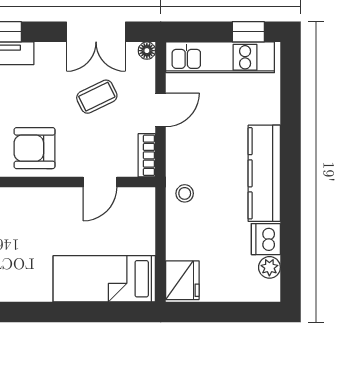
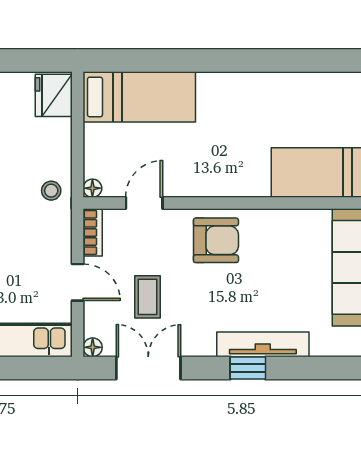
coffee table: (97, 97) -> (148, 297), turned -64
door: (161, 110) -> (78, 282), swing flipped
floor lamp: (147, 196) -> (92, 188), added

